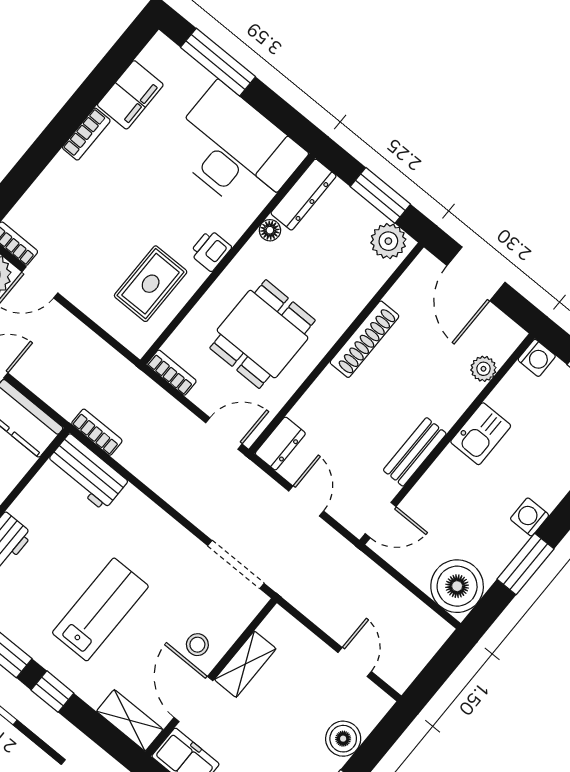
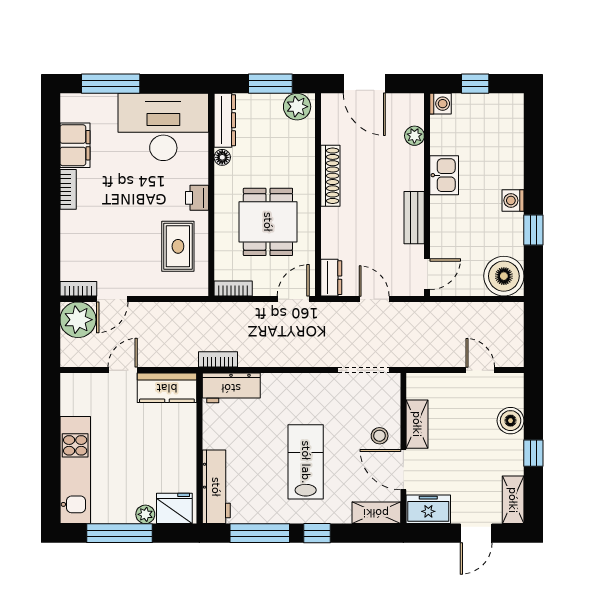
window: (525, 564) -> (533, 230), width x0.67

